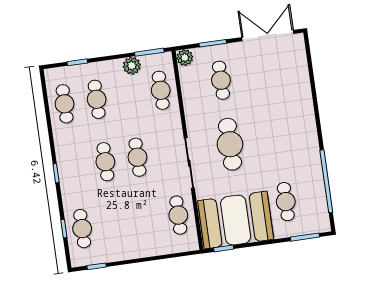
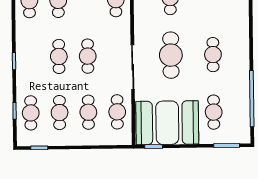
cafe table: (277, 138) -> (213, 55), added
cafe table: (146, 220) -> (88, 112), added
cafe table: (114, 224) -> (60, 113), added

